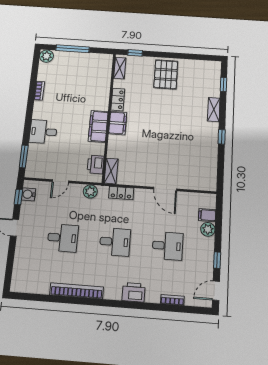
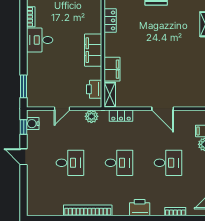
filing cabinet: (118, 123) -> (112, 69), moved
desk: (43, 132) -> (40, 40), moved

